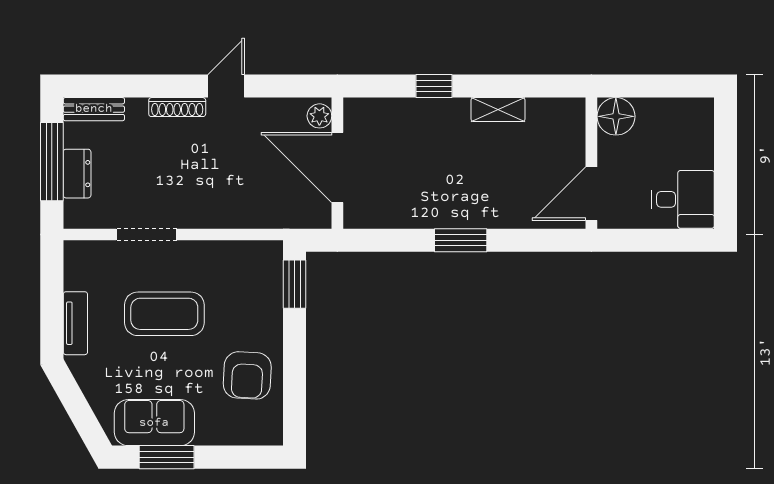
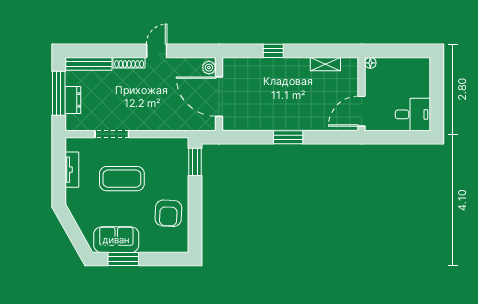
bench: (94, 109) -> (89, 64), width x1.36
shelving: (498, 110) -> (325, 64), moved
floor lamp: (616, 116) -> (370, 63), width x0.53, depth x0.53
tv unit: (75, 323) -> (72, 170), moved

